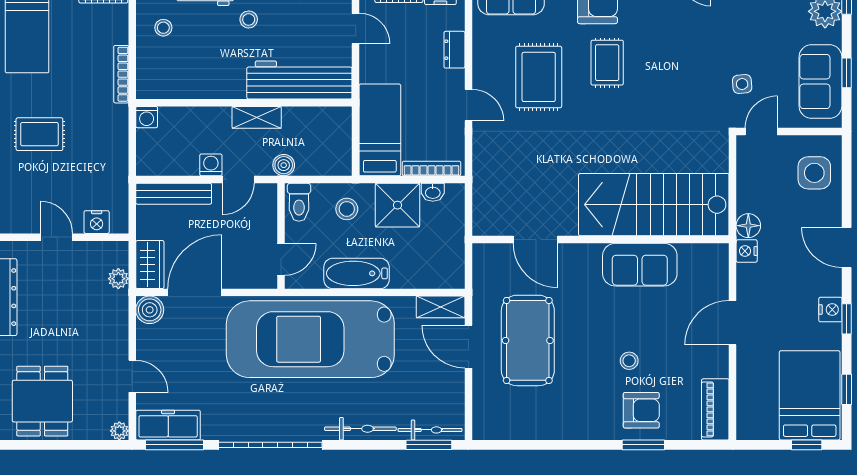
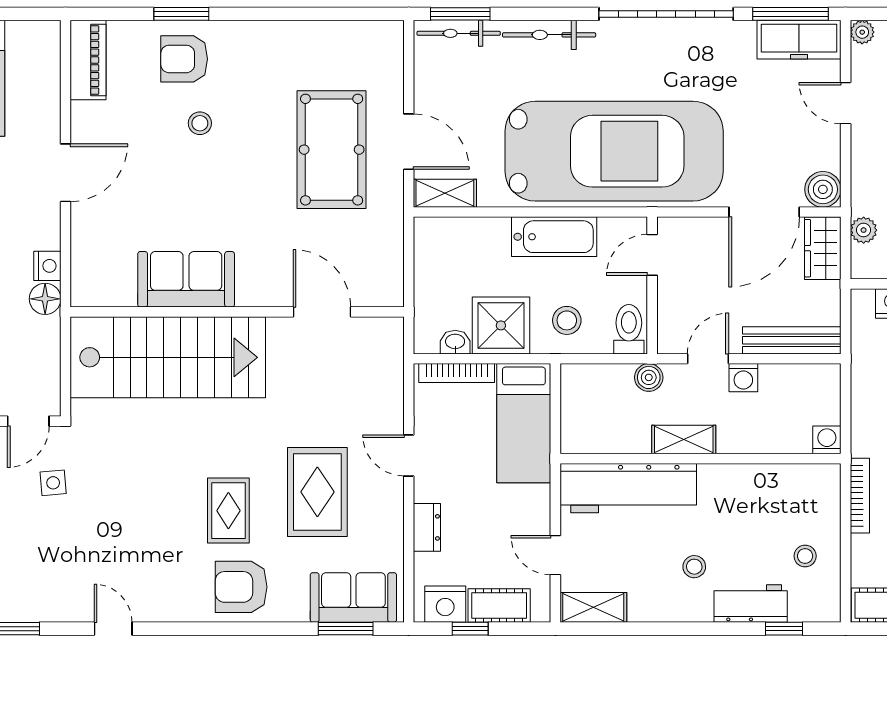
stairs: (654, 205) -> (168, 357), moved
door: (535, 240) -> (322, 312), moved
wall: (601, 240) -> (237, 312), moved
sofa: (640, 265) -> (186, 279), moved

